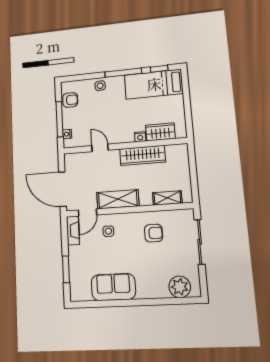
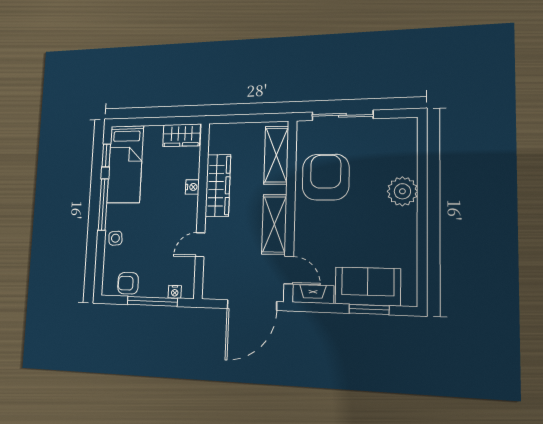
armchair: (70, 100) -> (128, 283), turned -90
wardrobe: (160, 132) -> (182, 135), moved, turned -90
shelving: (167, 198) -> (276, 155), width x1.50, depth x1.33
side table: (108, 231) -> (318, 241), removed
armchair: (153, 233) -> (326, 177), width x1.88, depth x1.88
sofa: (113, 287) -> (368, 286), moved, turned 90
plant: (180, 287) -> (402, 191), moved

